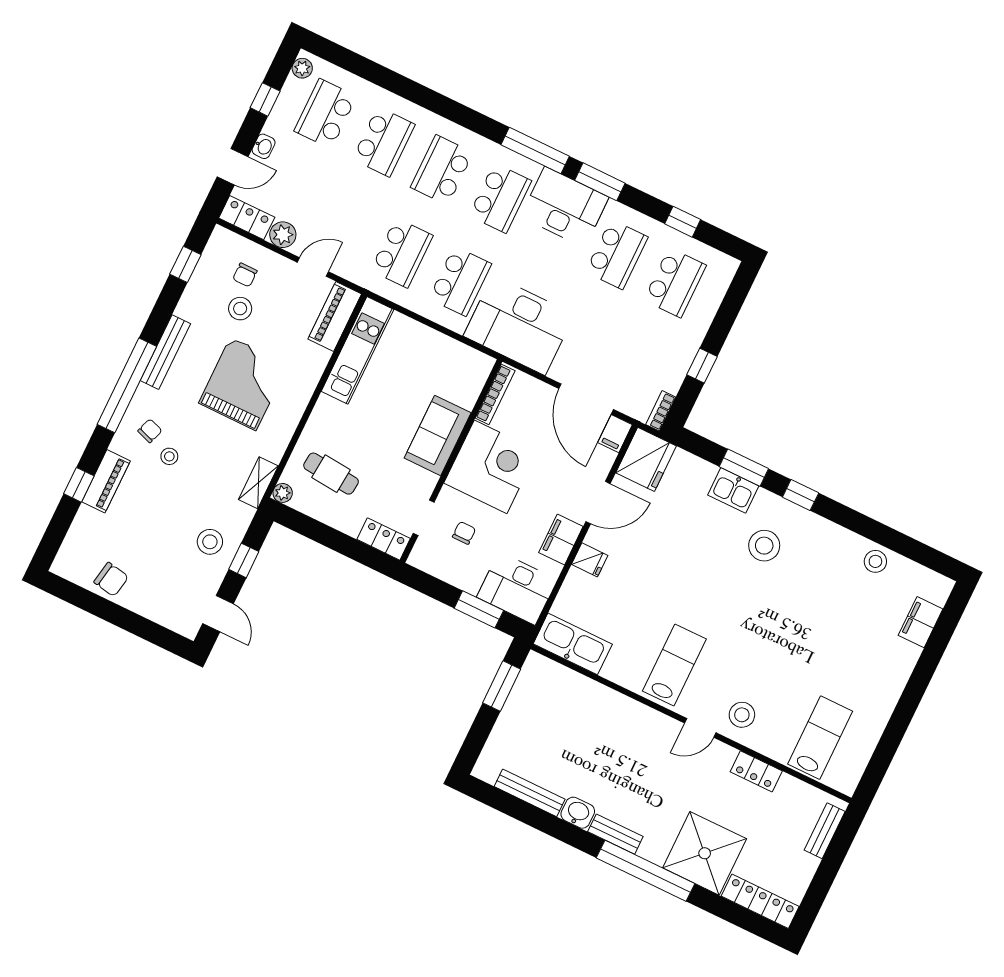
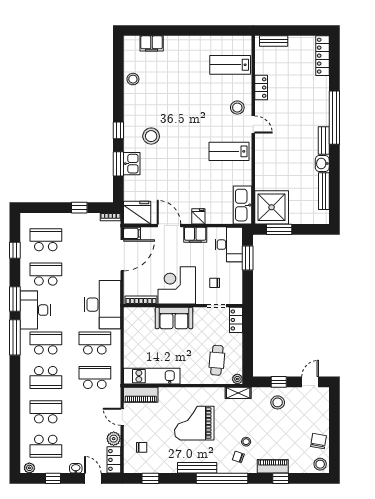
stool: (240, 309) -> (320, 464), moved
shower: (705, 853) -> (272, 207), moved

